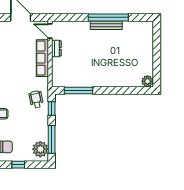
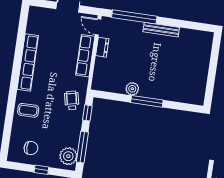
window: (108, 17) -> (134, 17), moved
plant: (148, 81) -> (132, 89), moved
window: (78, 90) -> (147, 101), moved

